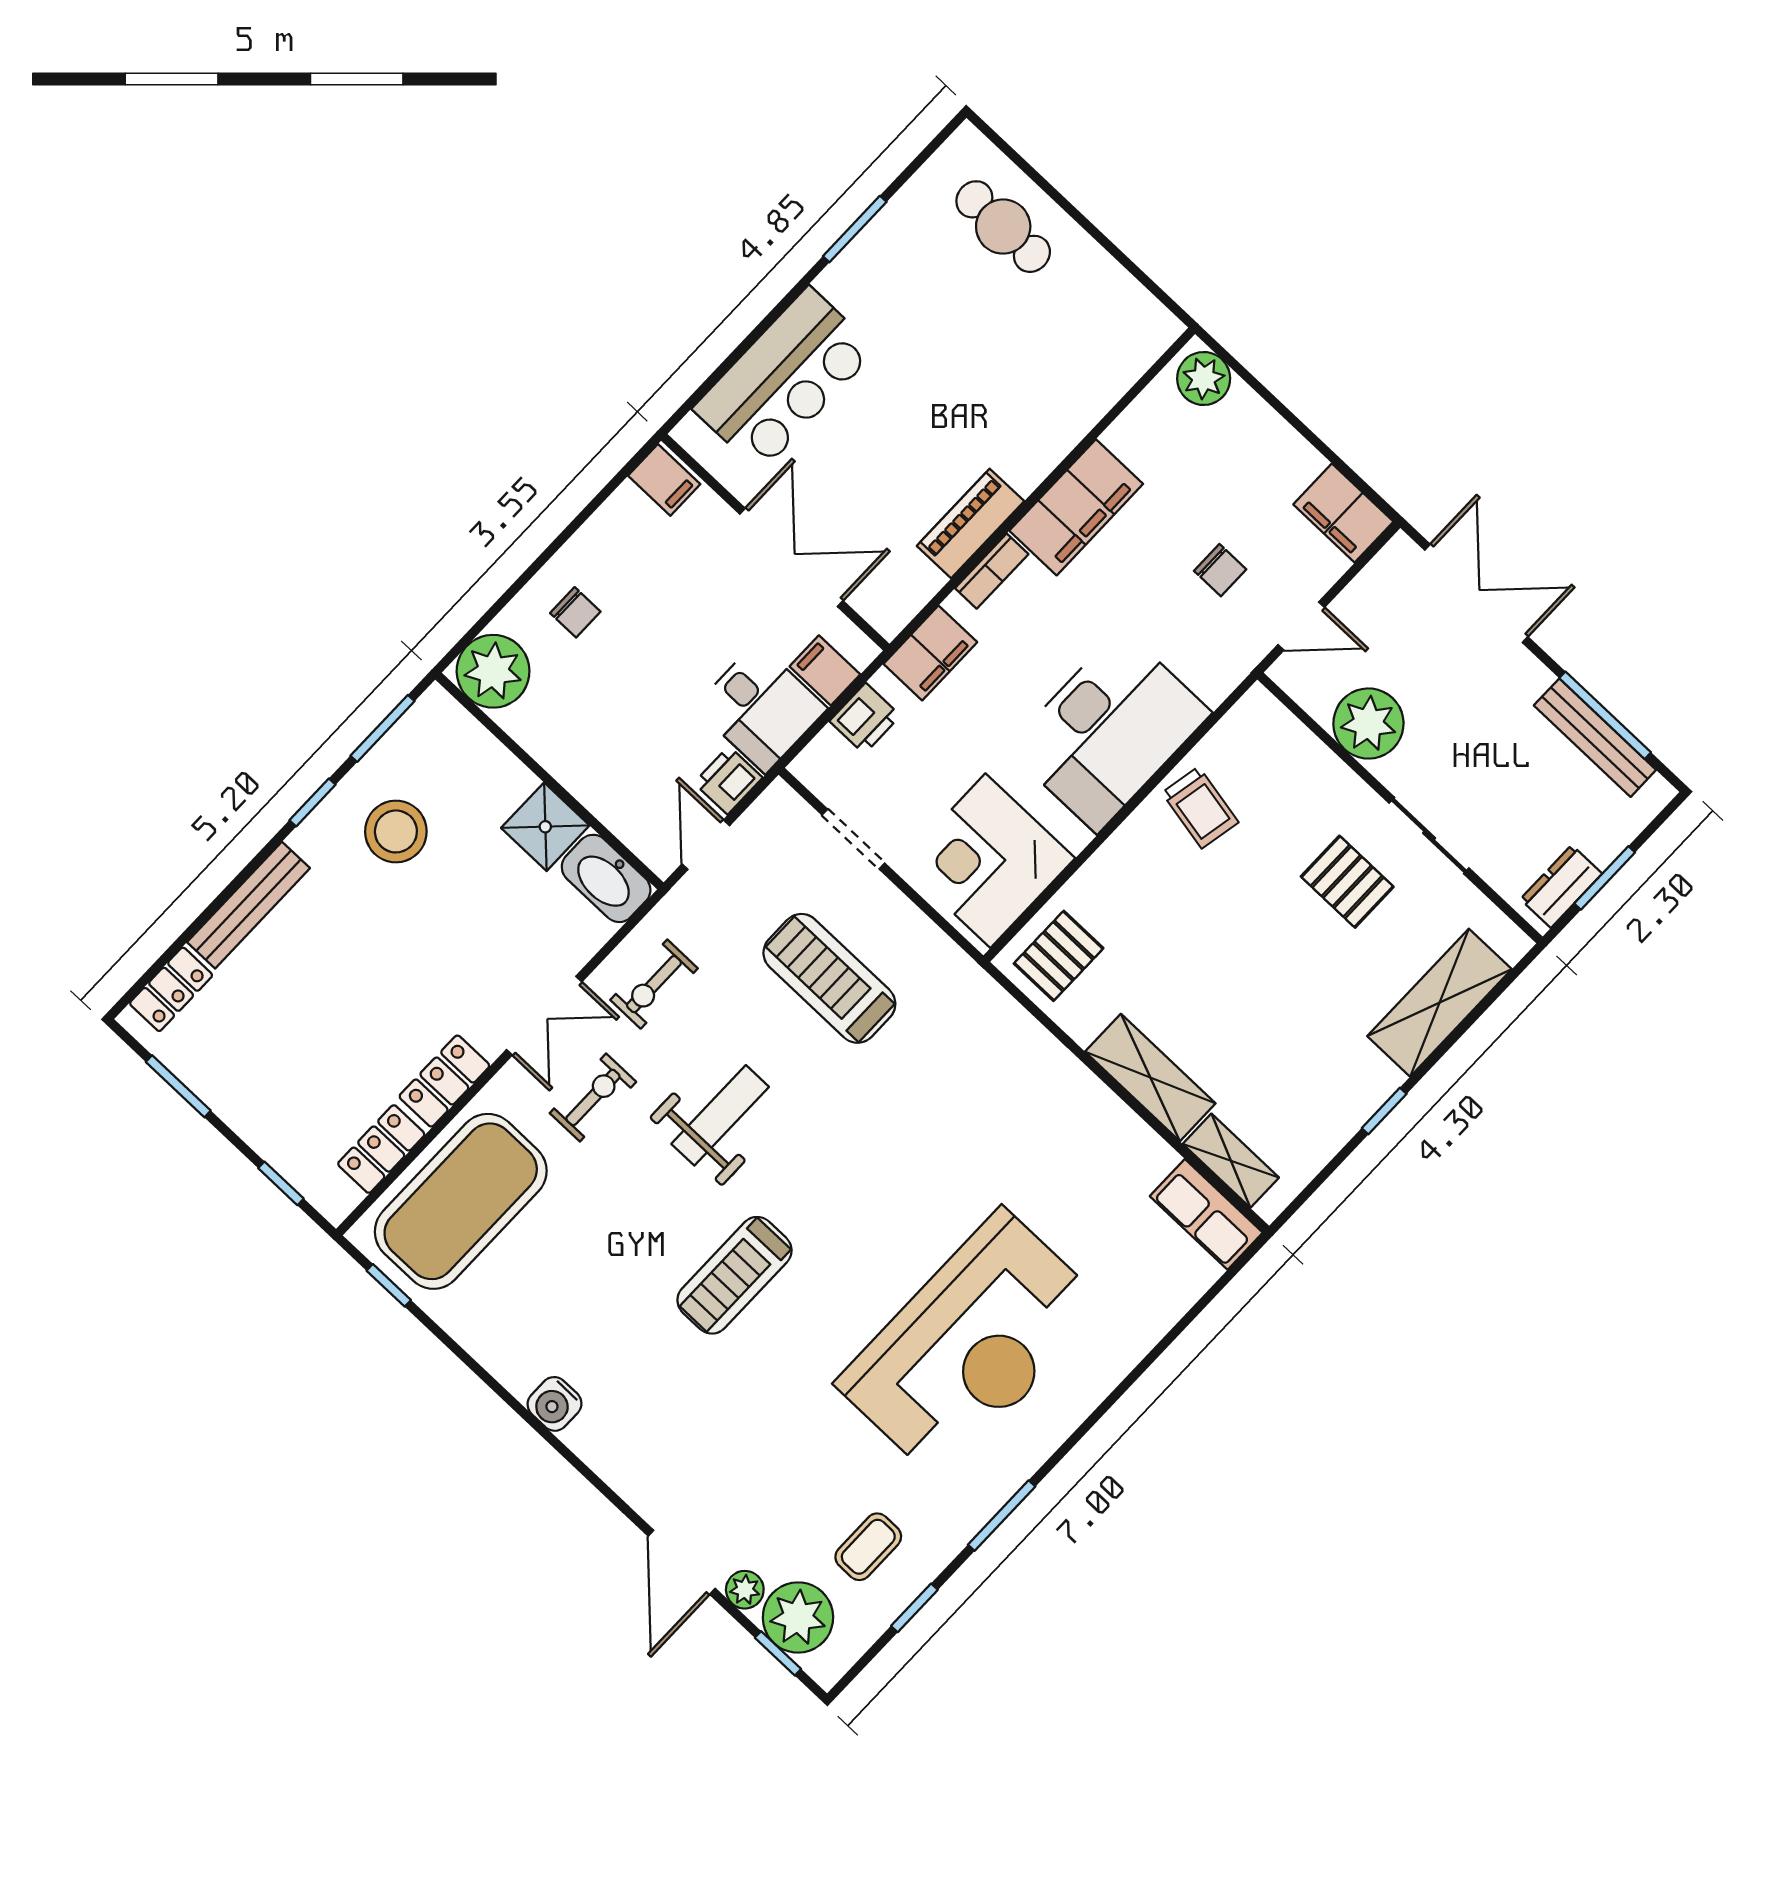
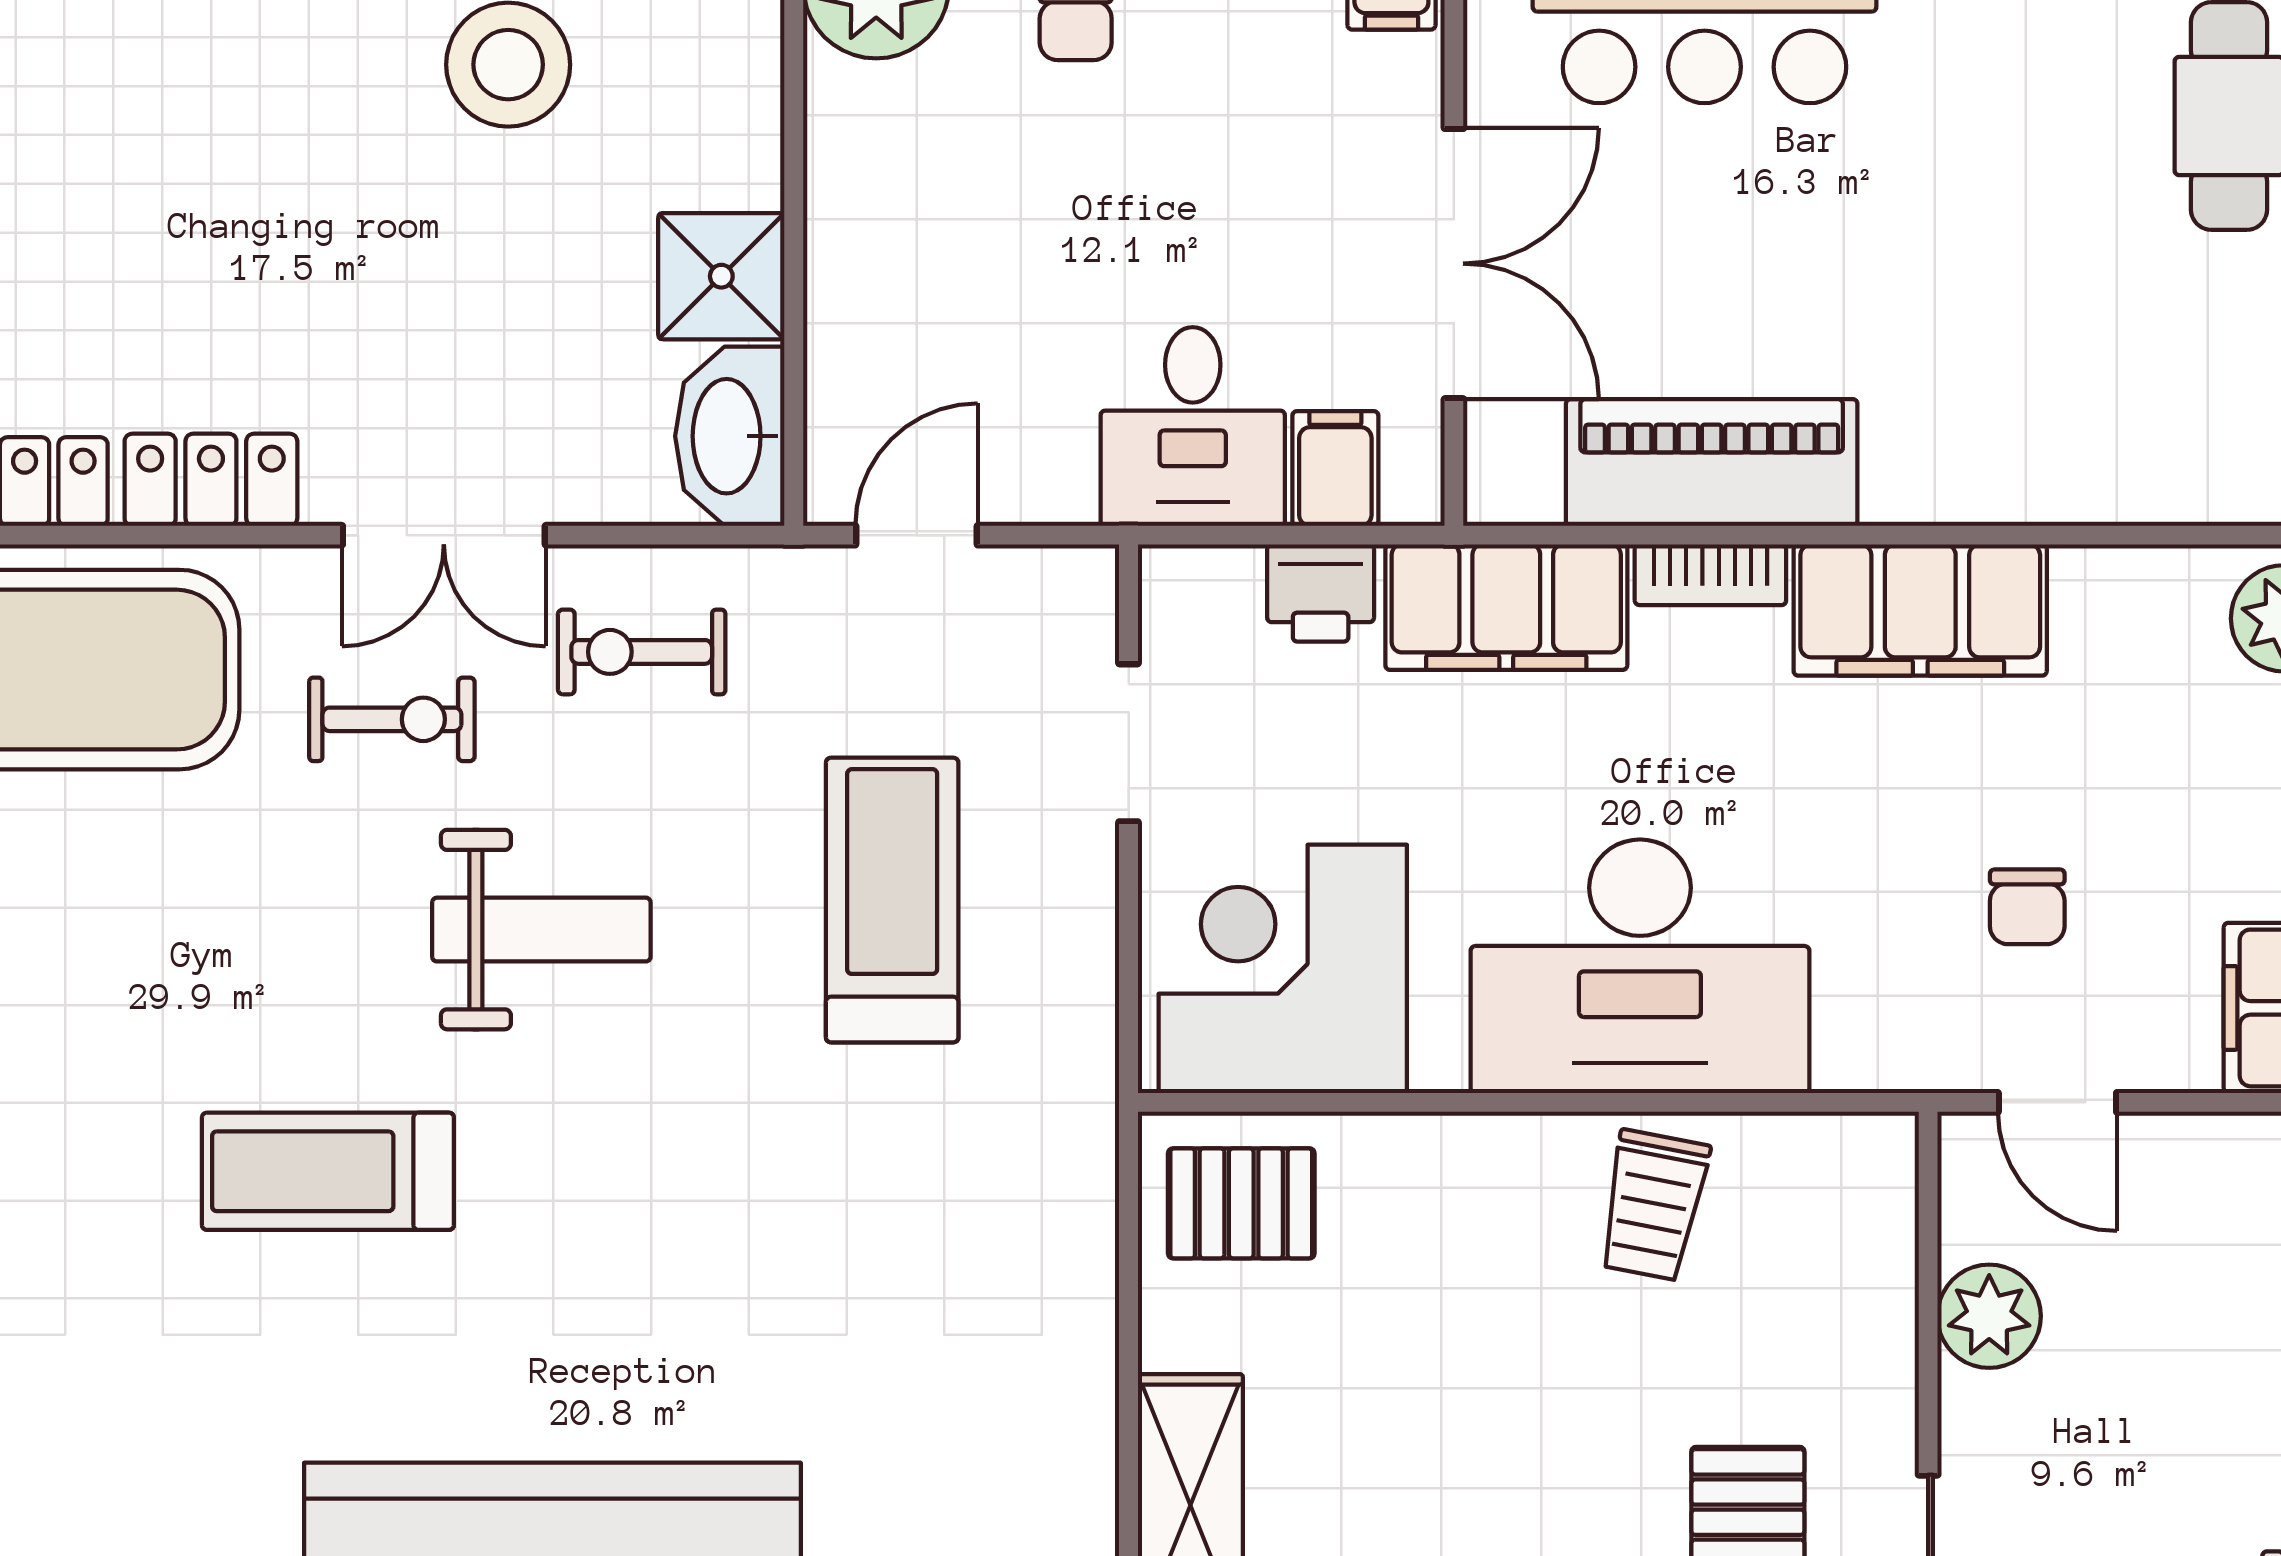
piano: (970, 523) -> (1712, 463), width x1.37, depth x1.33
filing cabinet: (930, 653) -> (1506, 607), width x1.50, depth x1.17
plant: (1368, 724) -> (1989, 1316), width x0.73, depth x0.73
printer: (728, 780) -> (1042, 479), removed

